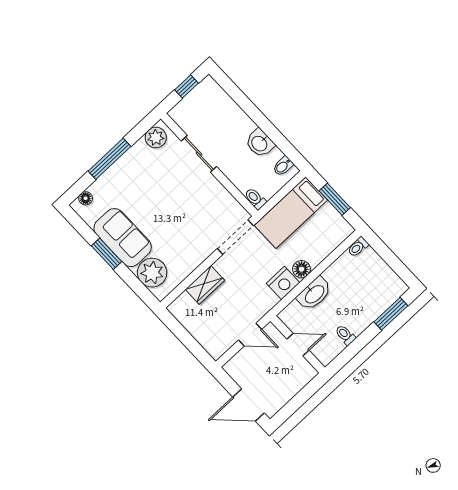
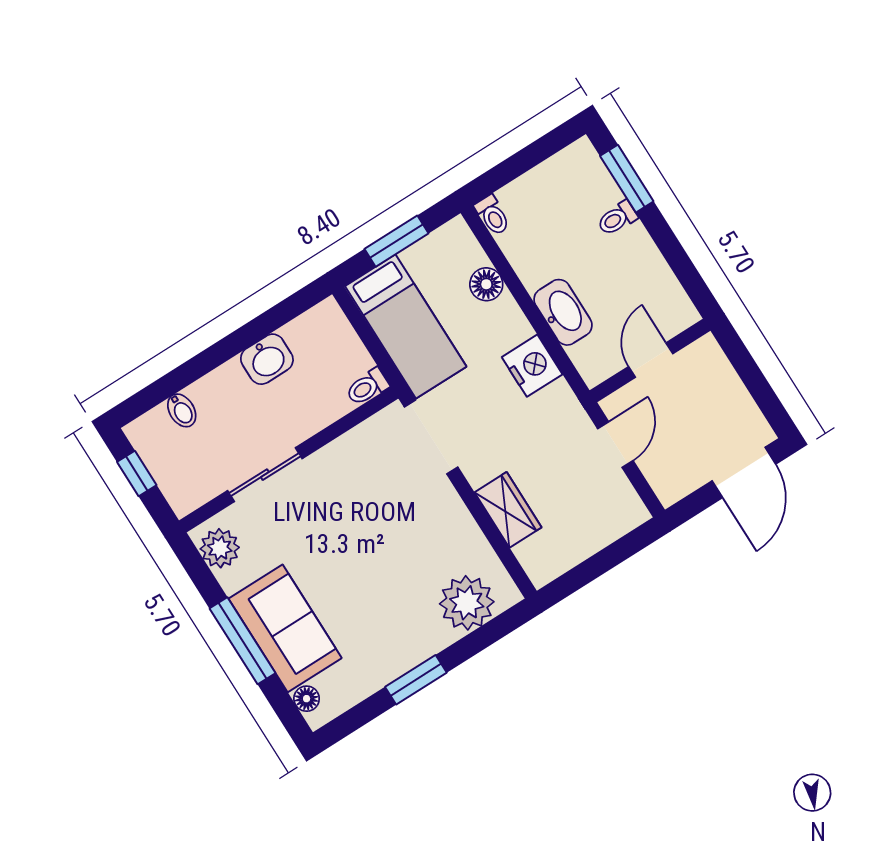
bidet: (283, 166) -> (182, 410), moved
sofa: (123, 238) -> (285, 628), moved, turned 90
floor lamp: (301, 269) -> (486, 284), moved
toilet: (345, 335) -> (617, 218), moved

